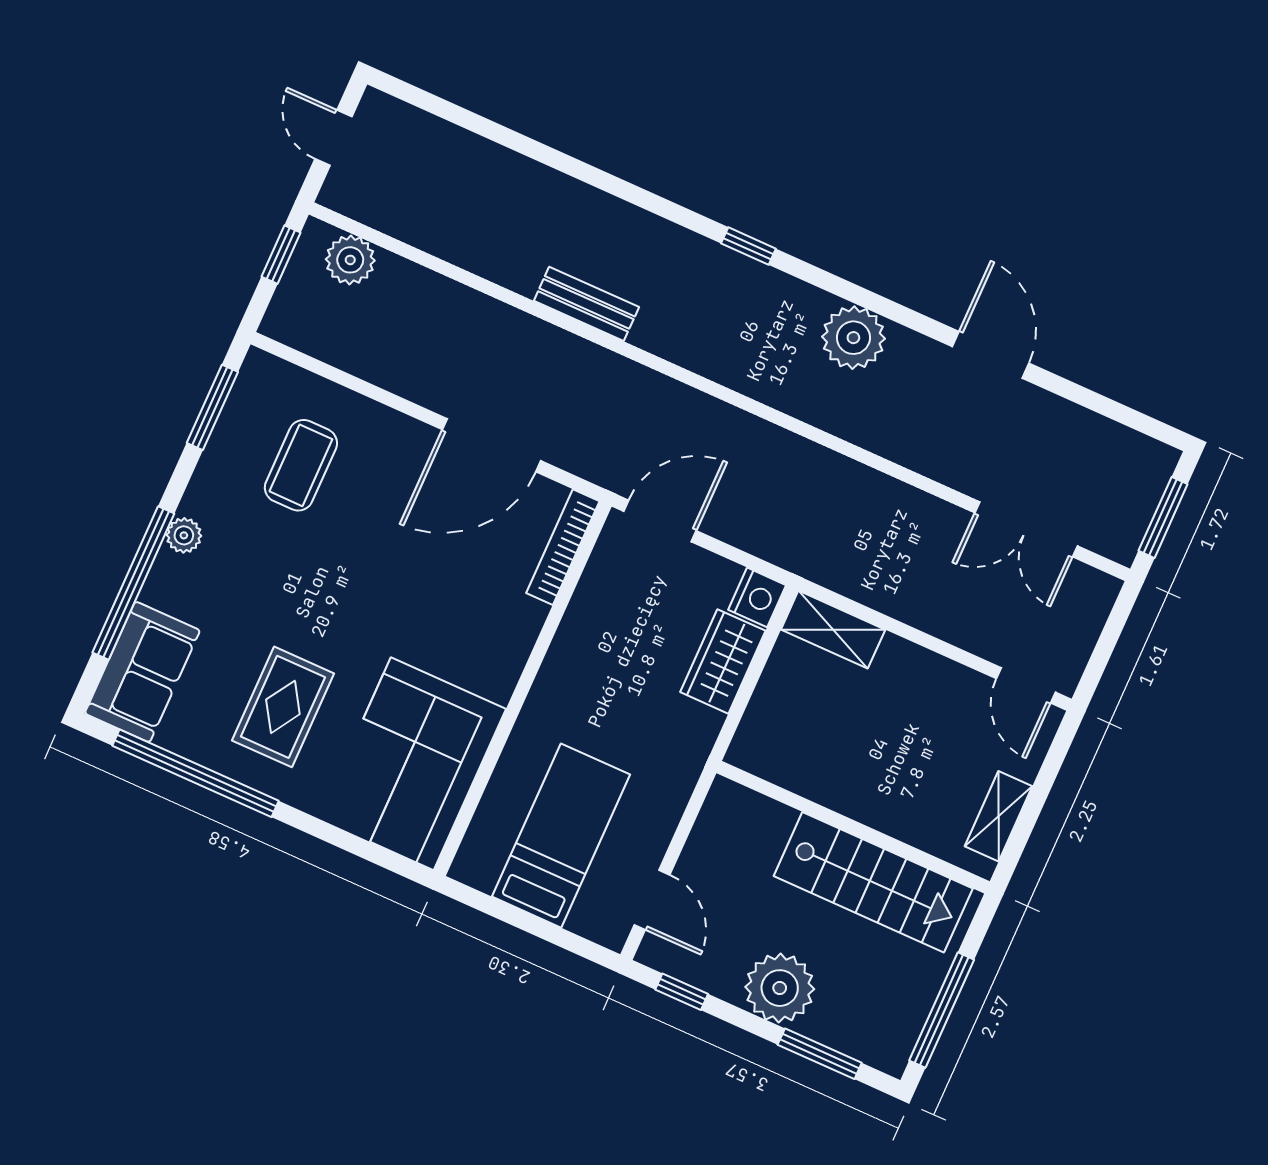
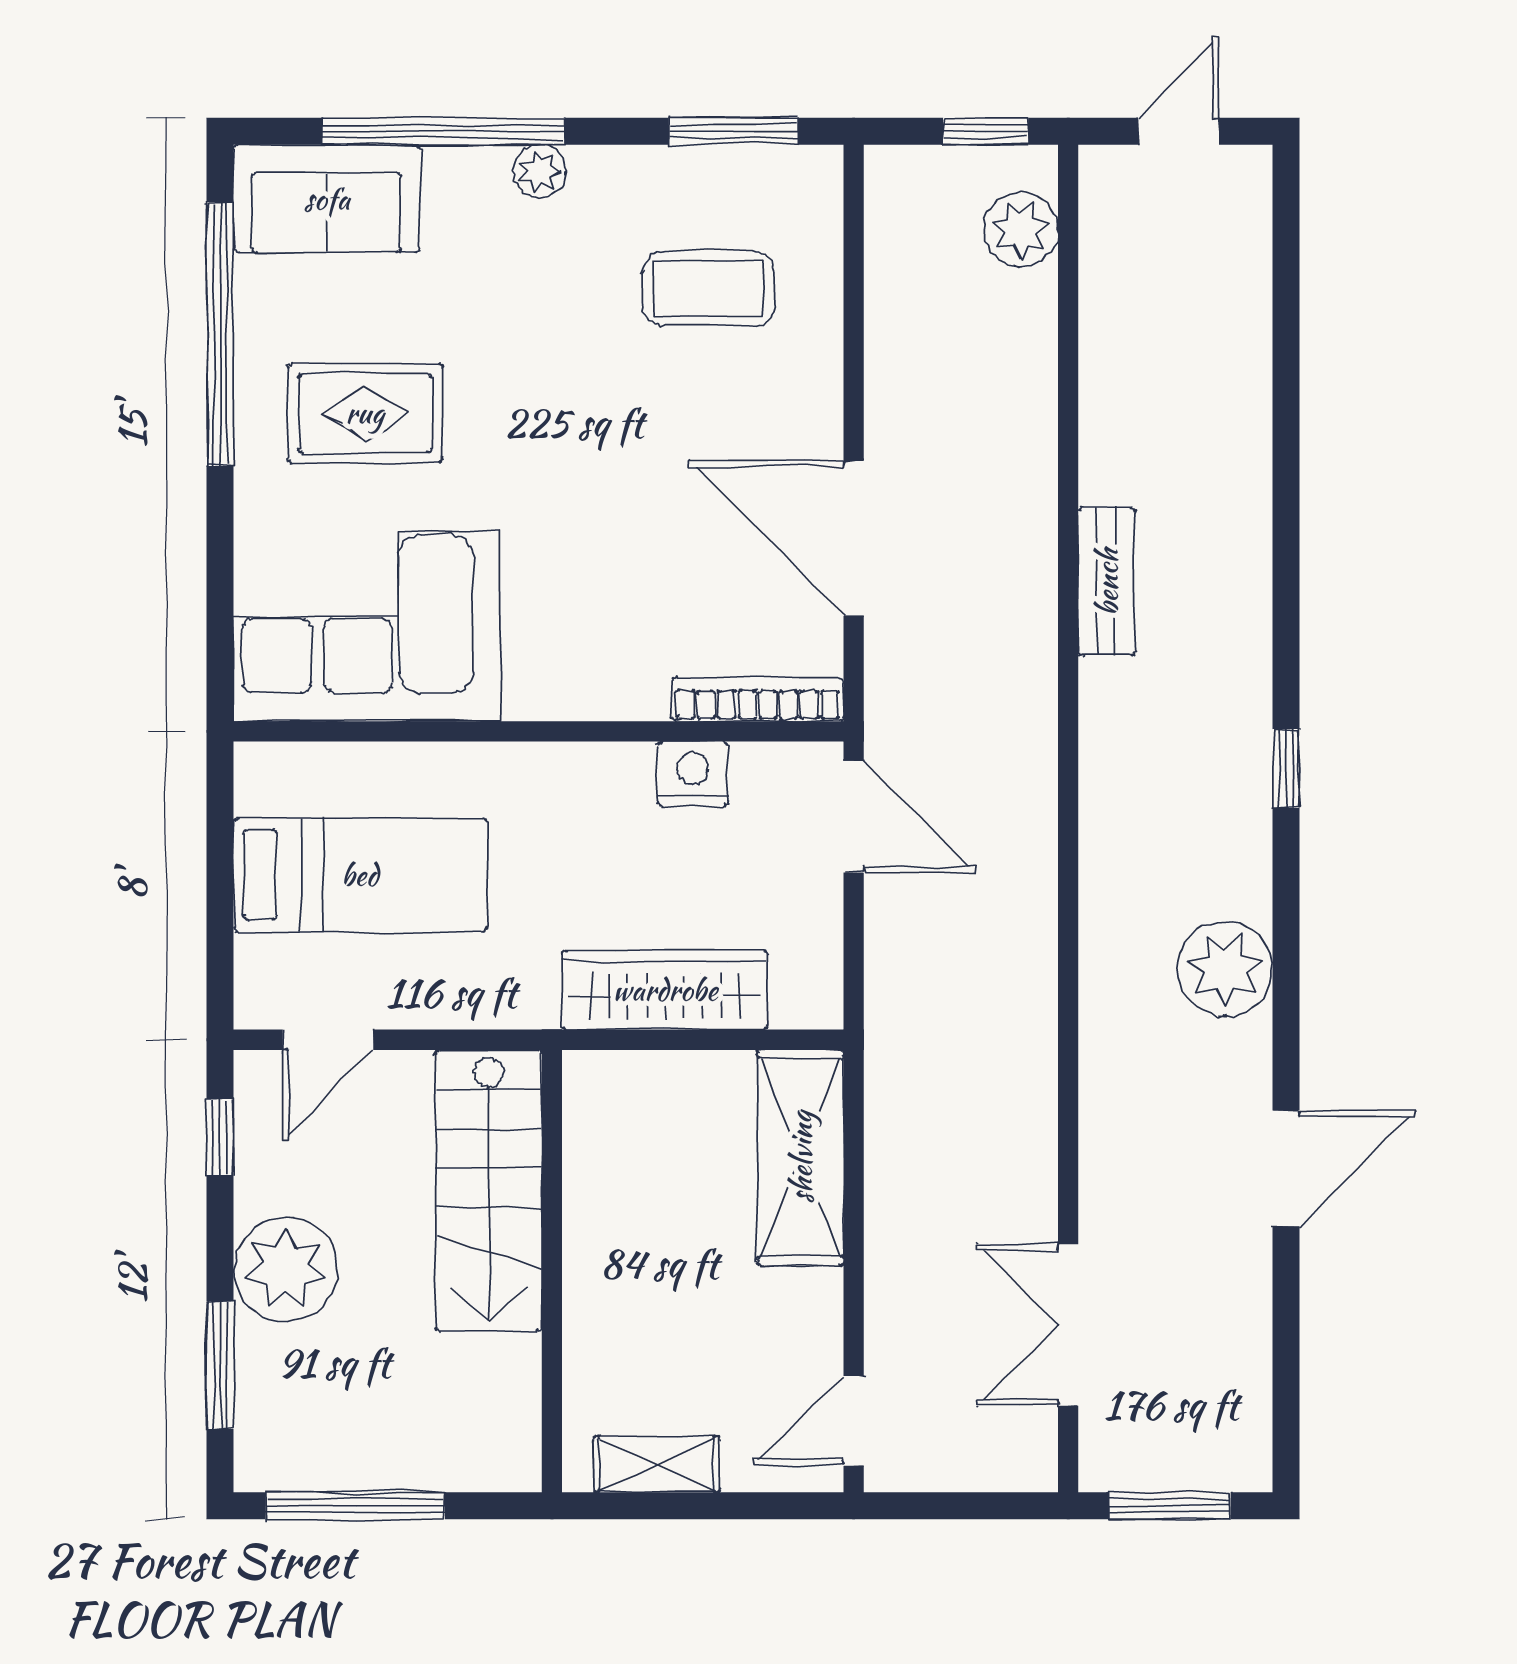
nightstand: (757, 597) -> (693, 774), moved, turned 180
shelving: (833, 630) -> (801, 1157), width x1.50, depth x1.33
wardrobe: (723, 661) -> (665, 990), width x1.50
stairs: (873, 882) -> (489, 1191), moved

